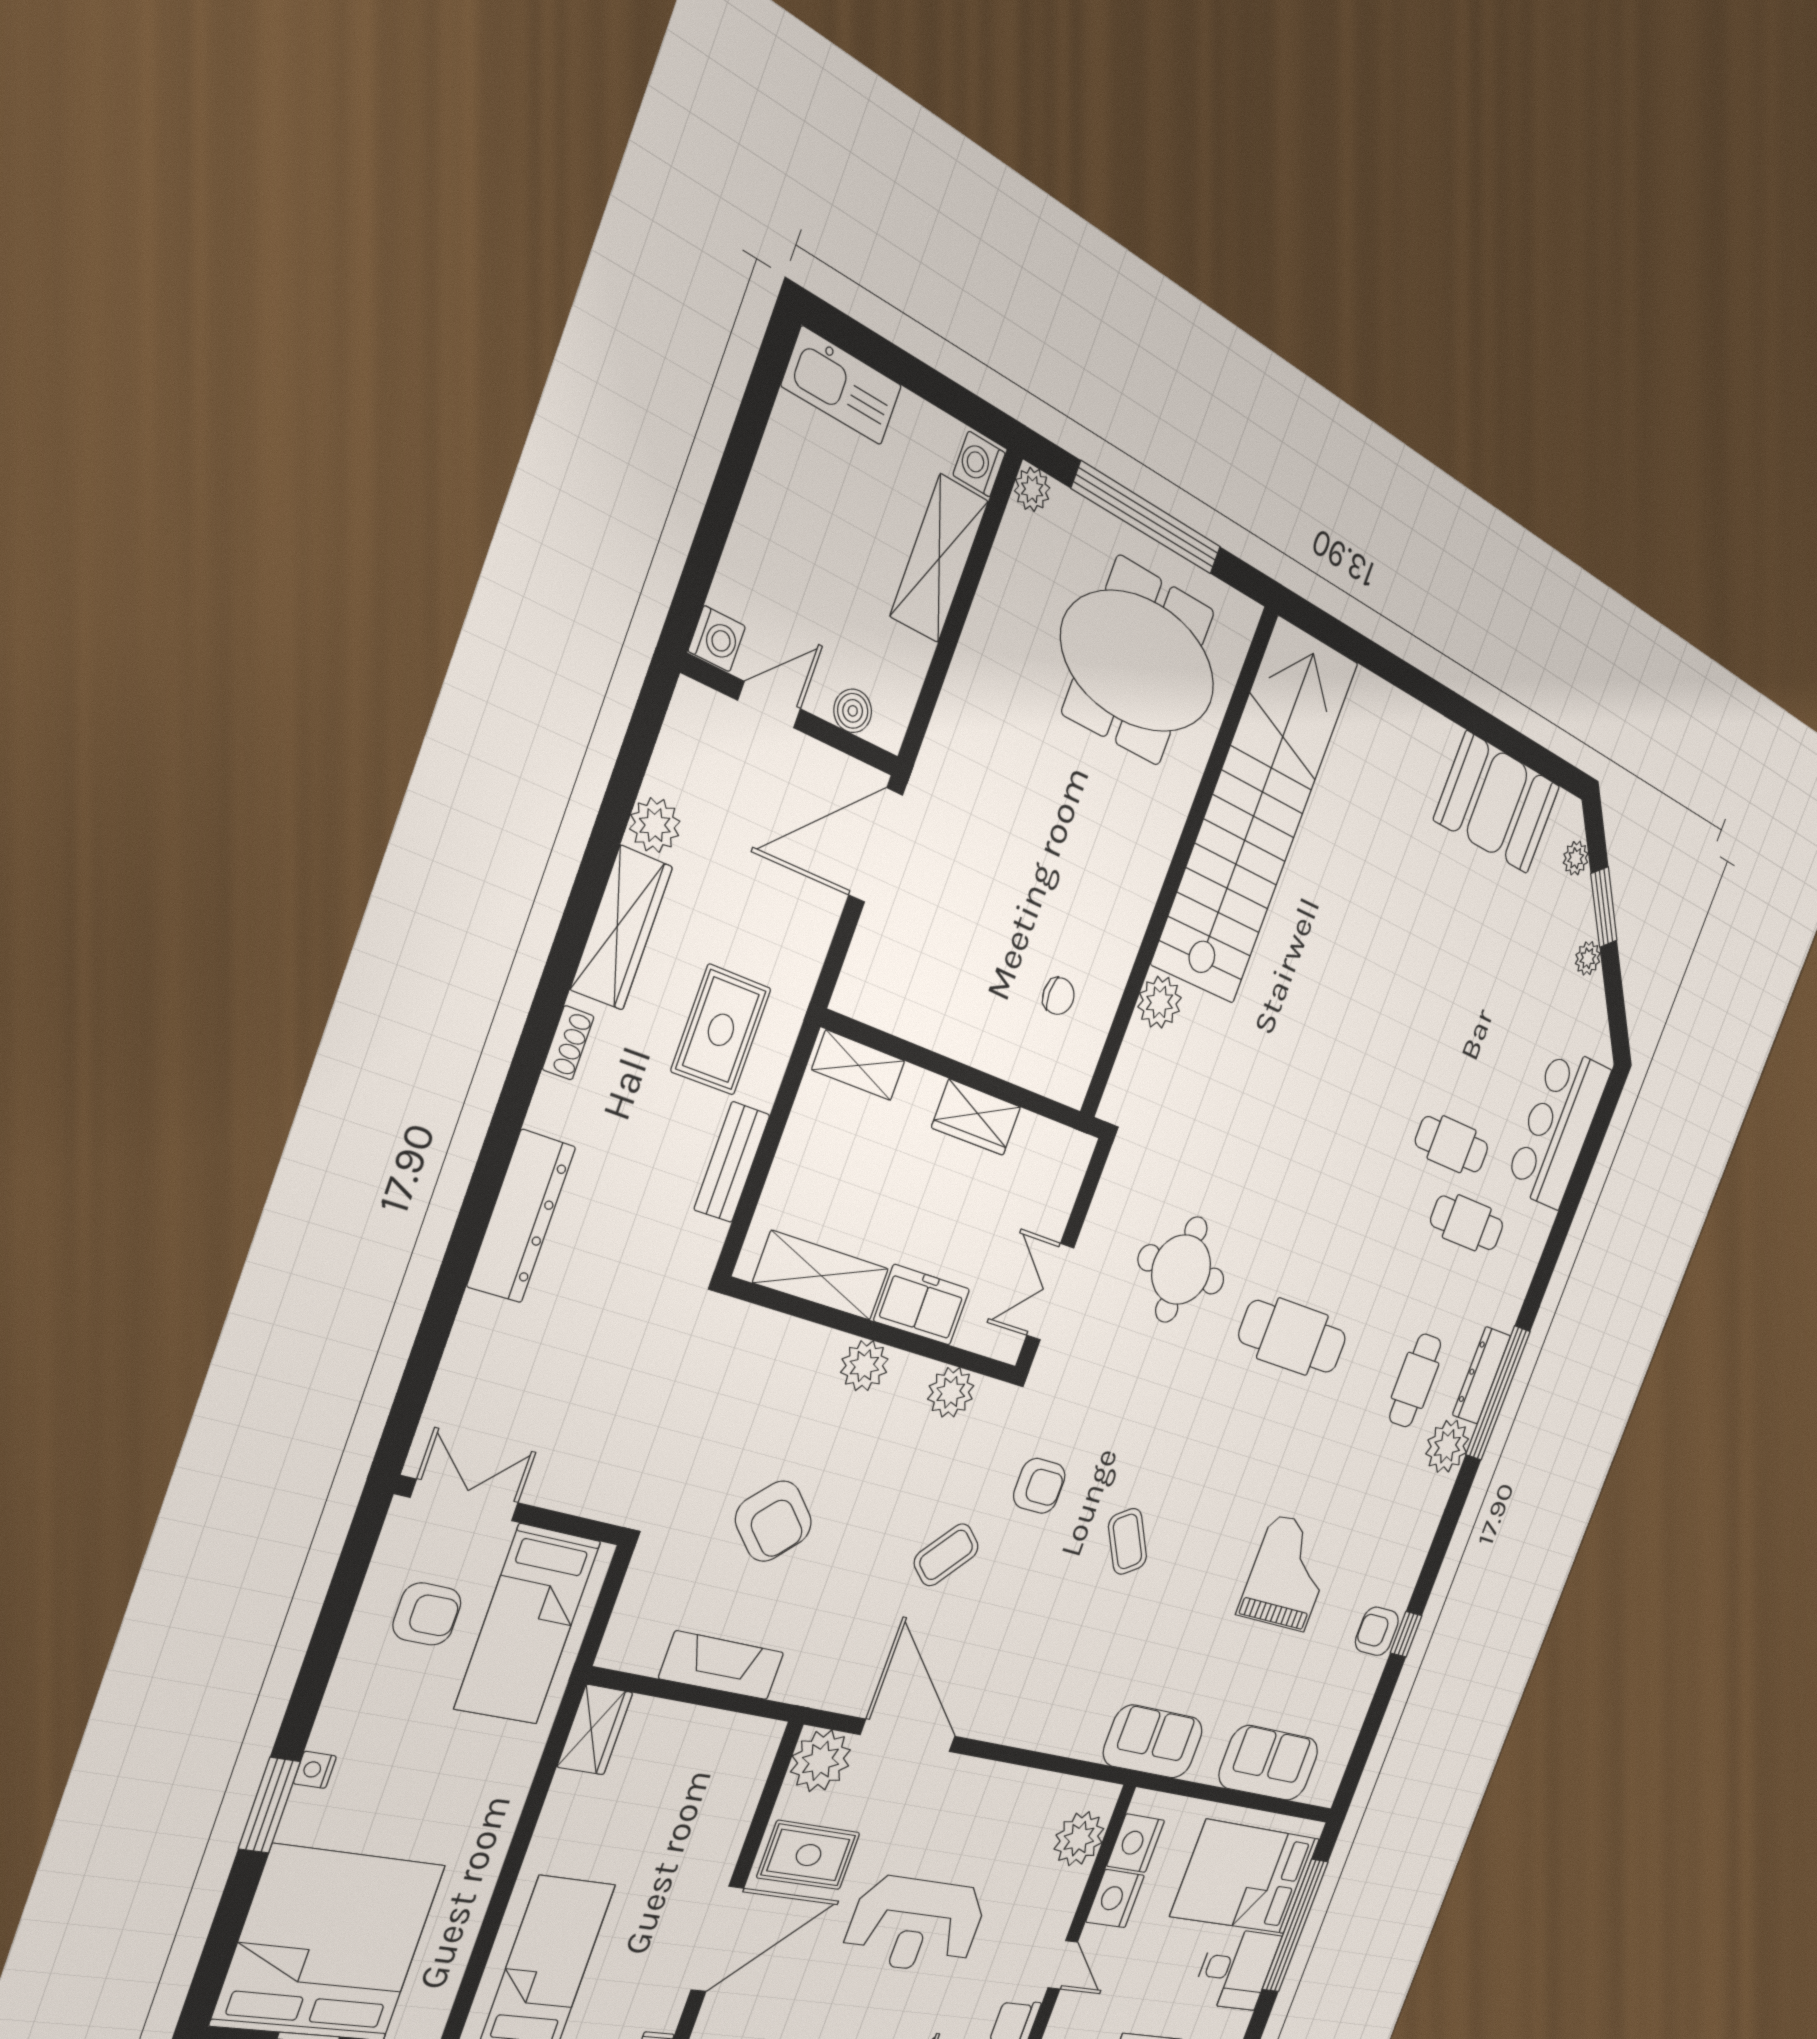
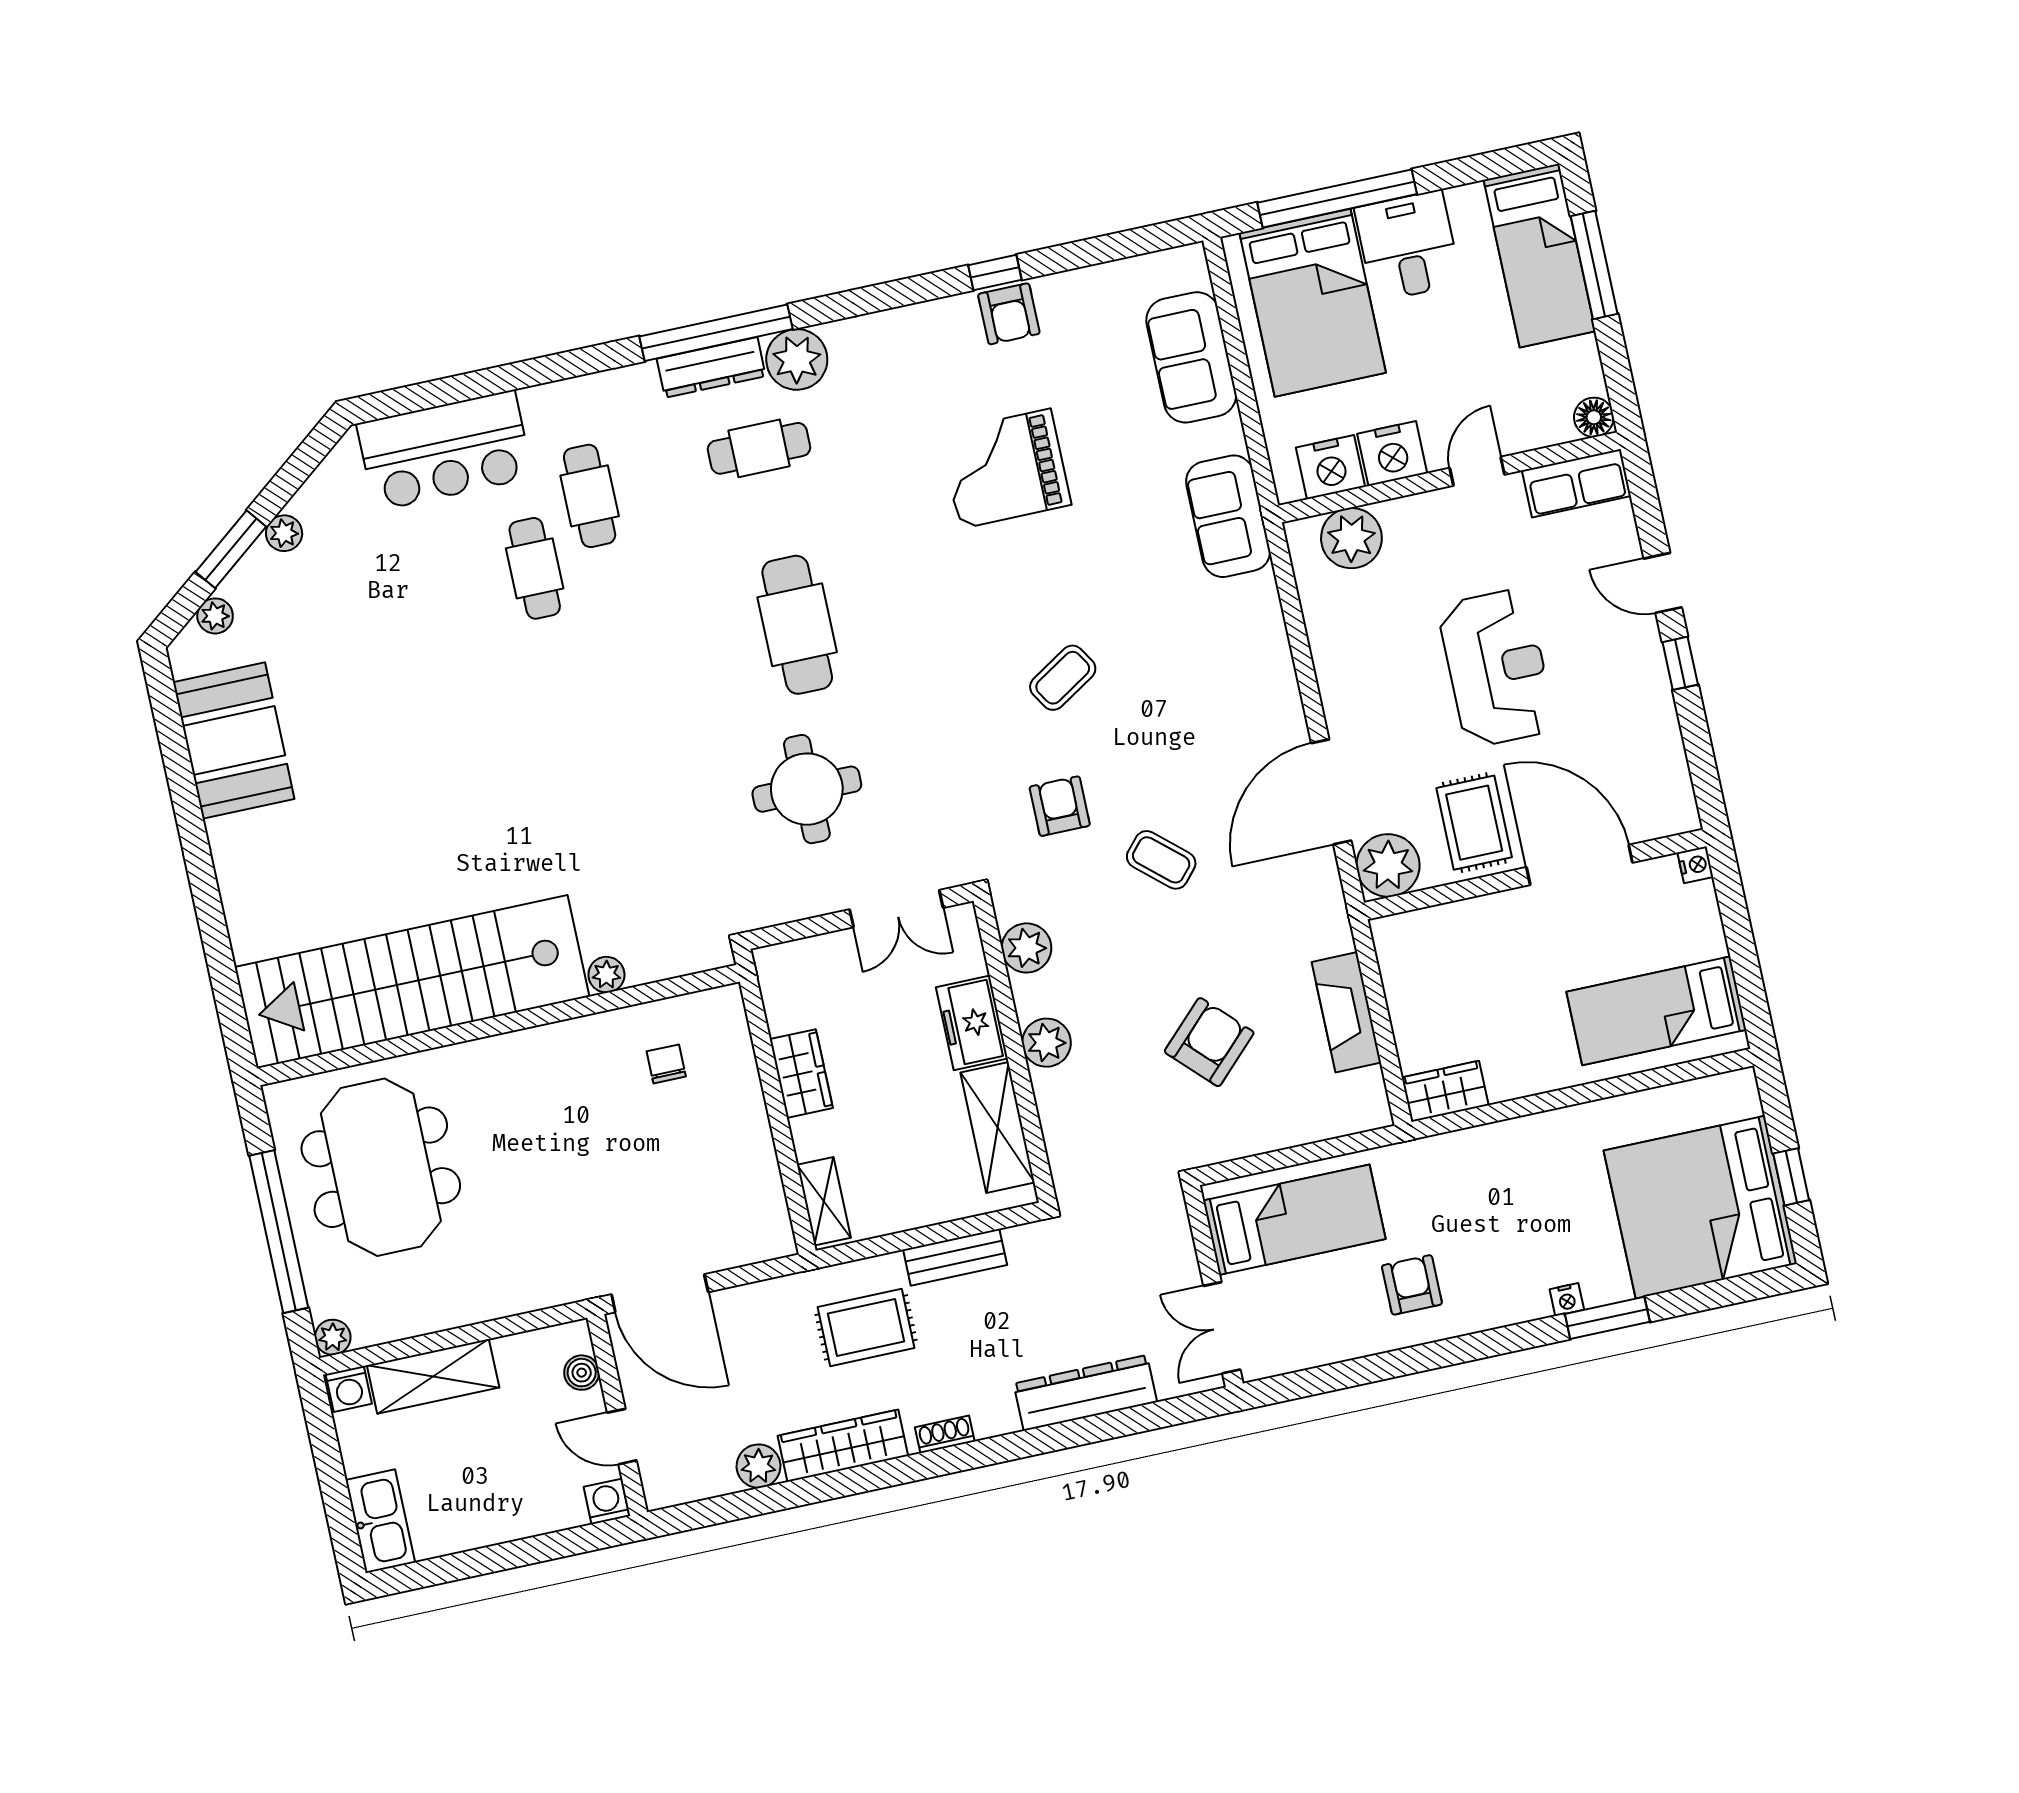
plant: (1160, 1002) -> (606, 975), width x0.73, depth x0.73
double door: (465, 1500) -> (1222, 1328), moved
wall: (512, 1511) -> (1213, 1286), moved
bed: (528, 1625) -> (1294, 1220), moved

